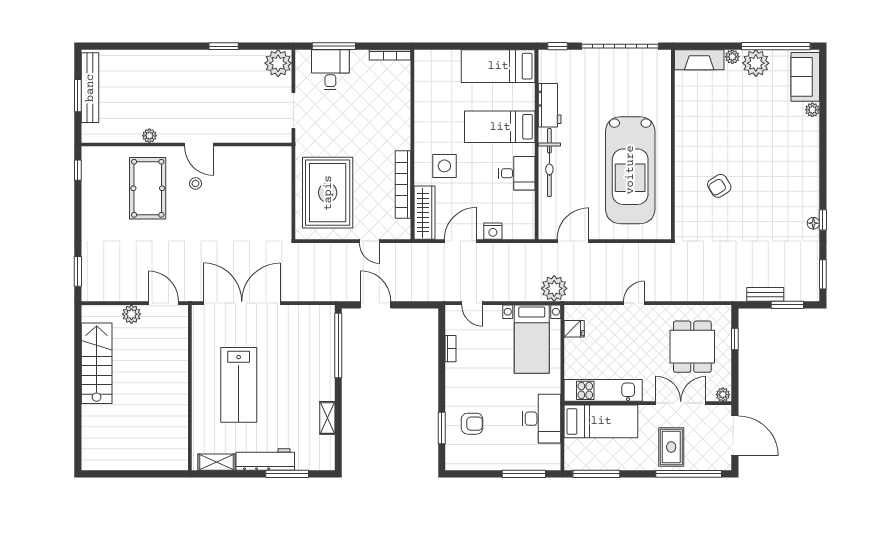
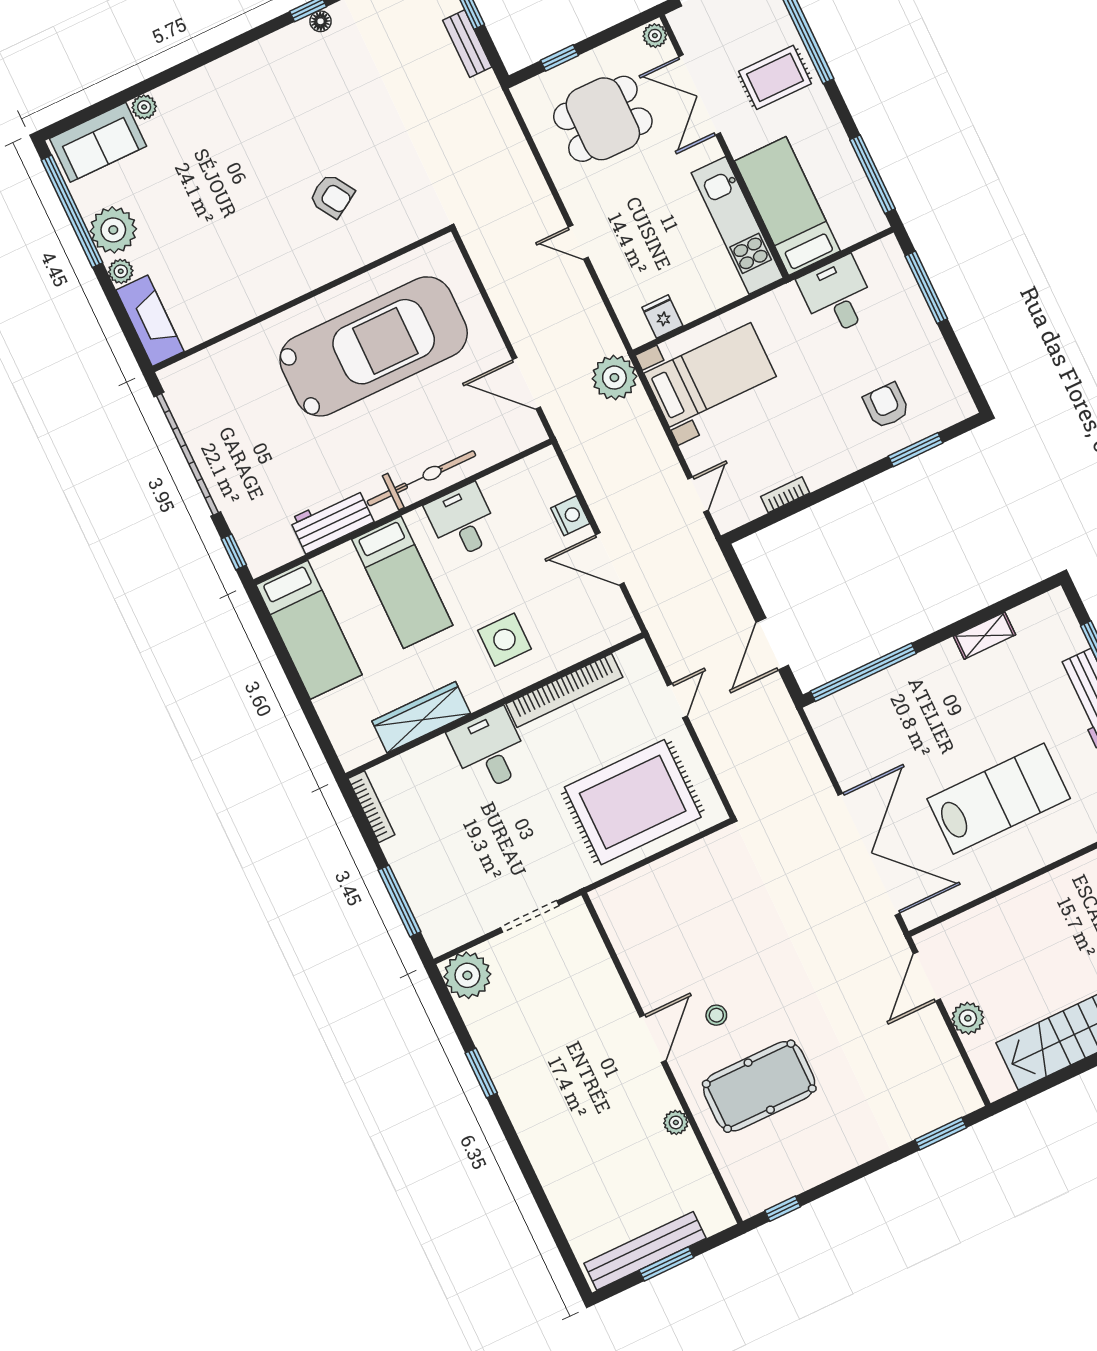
desk: (330, 70) -> (489, 750), moved, turned 90
wardrobe: (424, 213) -> (421, 717), moved
double door: (242, 303) -> (869, 854), swing flipped
desk: (542, 419) -> (837, 296), width x0.73

